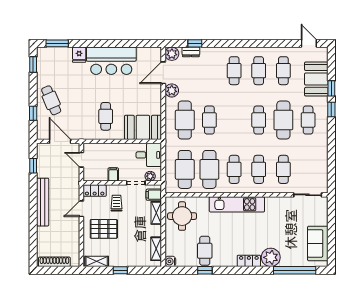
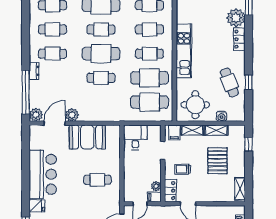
window: (195, 43) -> (26, 92), width x3.17
dresser: (191, 52) -> (34, 71), moved
door: (163, 73) -> (55, 123), swing flipped
cafe table: (185, 120) -> (101, 54), moved
booth: (143, 127) -> (87, 137), moved, turned 90
filing cabinet: (113, 174) -> (154, 197), moved
plant: (150, 176) -> (156, 186), moved
pallet: (104, 229) -> (217, 161), moved
shelving: (156, 249) -> (216, 130), moved
cafe table: (205, 251) -> (229, 82), turned 69
water cooler: (170, 261) -> (221, 116), moved
window: (120, 270) -> (249, 144), moved

